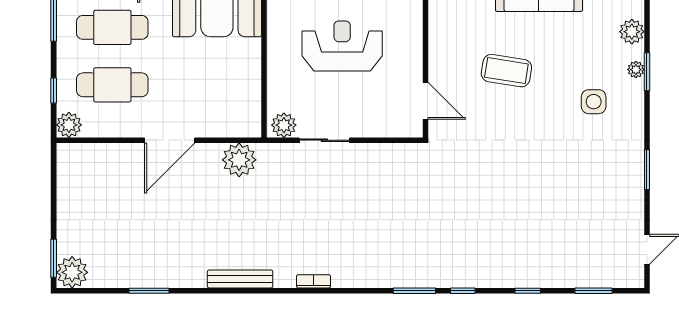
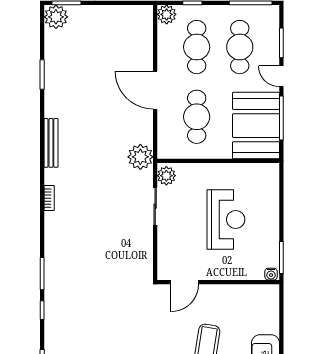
cafe table: (205, 85) -> (197, 117), added
plant: (239, 160) -> (140, 157), moved

